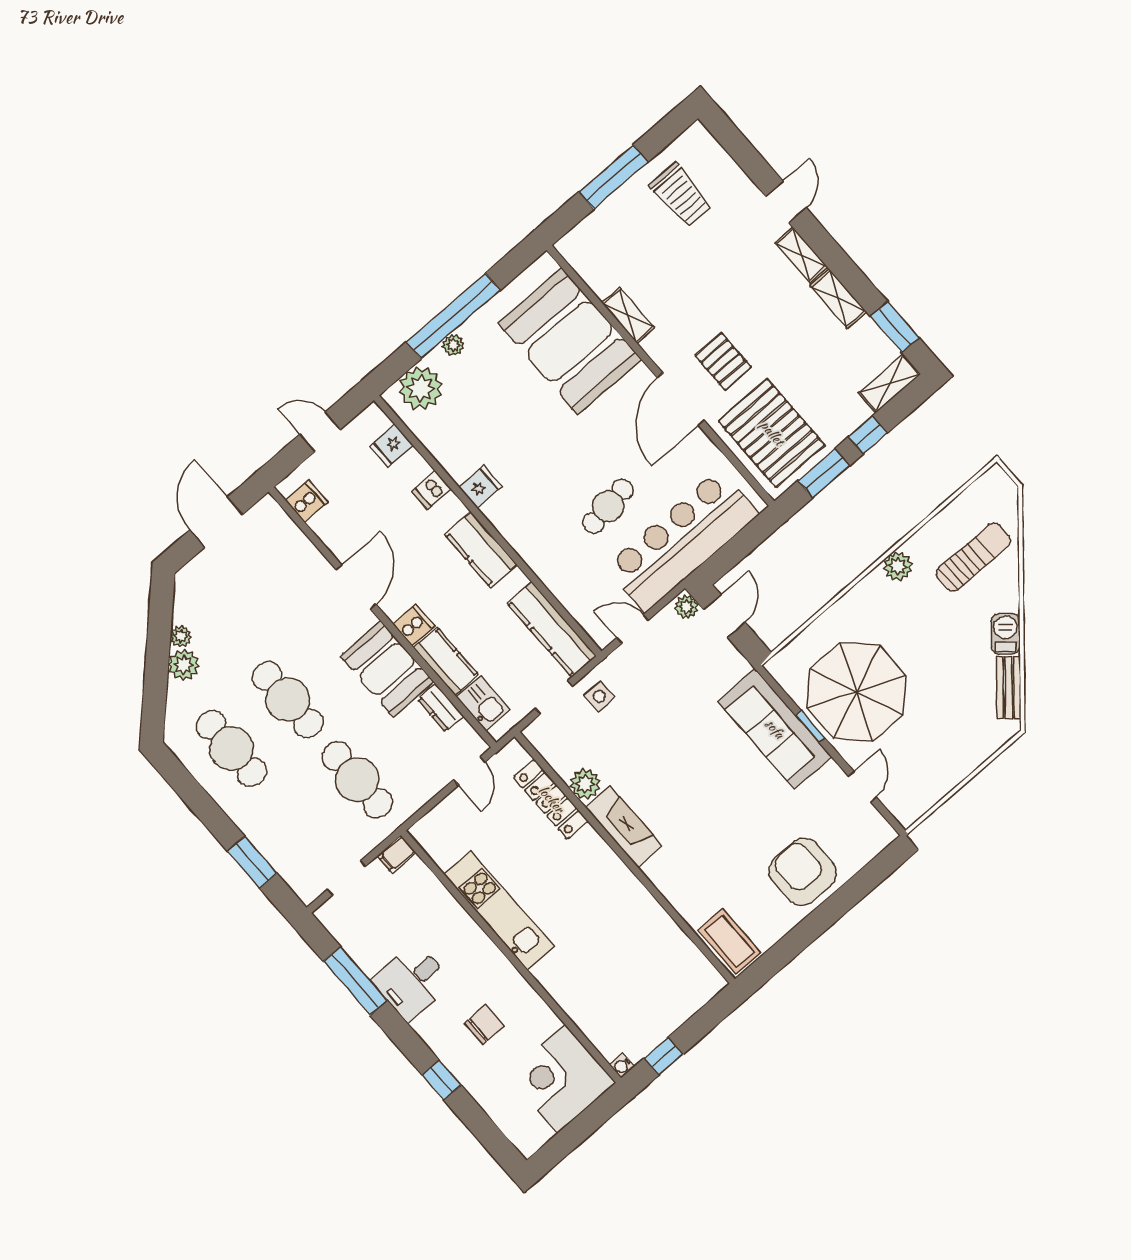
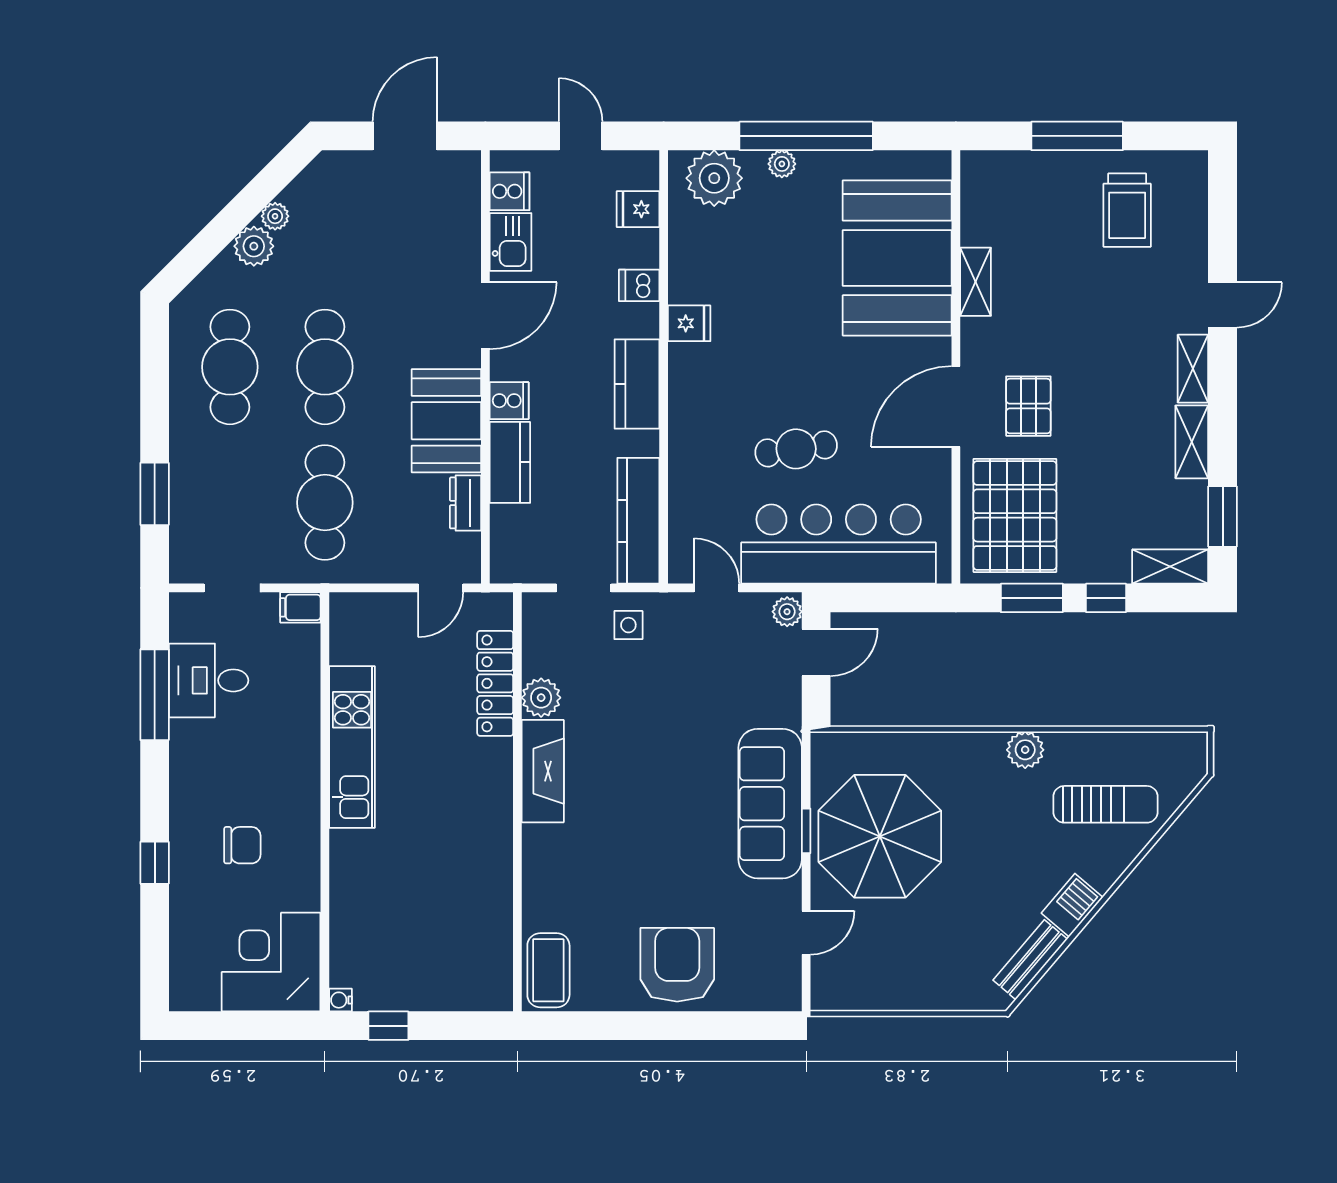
kitchen sink: (483, 703) -> (511, 242), moved
desk: (412, 982) -> (209, 680), moved

